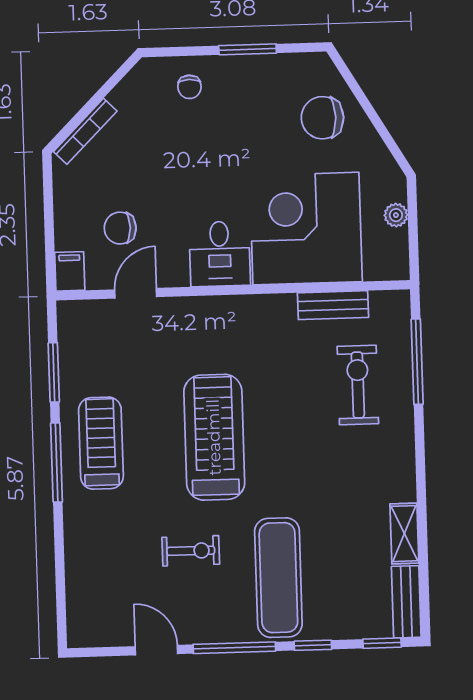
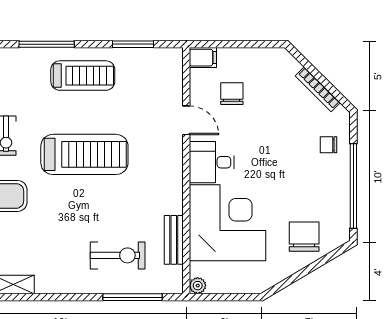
window: (248, 49) -> (353, 186), width x2.11
bookcase: (85, 131) -> (318, 89), moved
plant: (396, 215) -> (198, 286), moved
door: (136, 293) -> (186, 120), moved
window: (57, 463) -> (47, 44), moved

